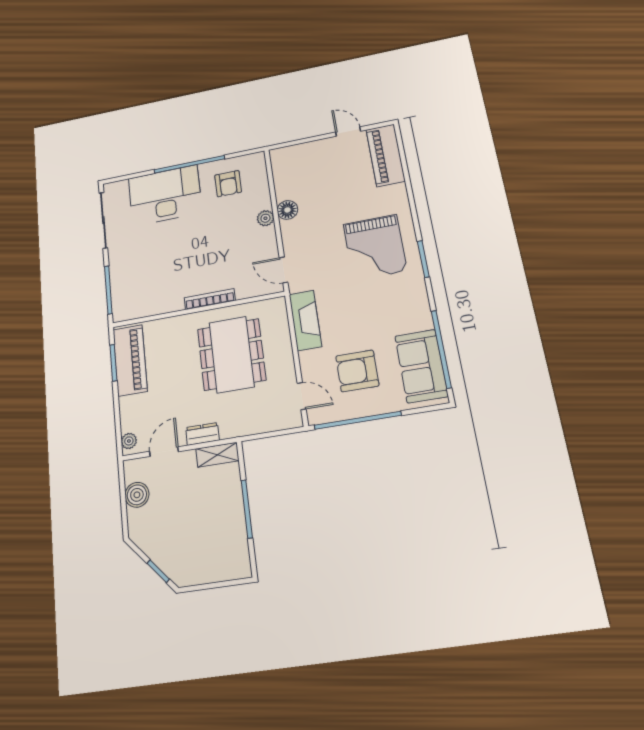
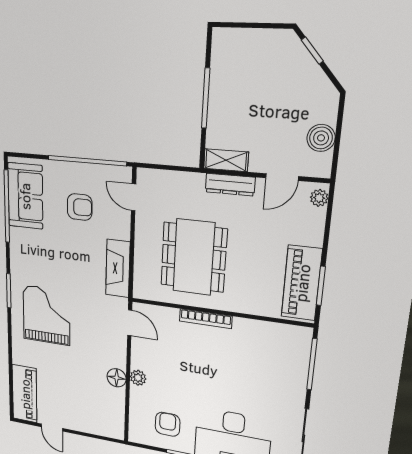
armchair: (357, 371) -> (80, 207), width x0.72, depth x0.72
dresser: (202, 434) -> (230, 185), width x1.44

